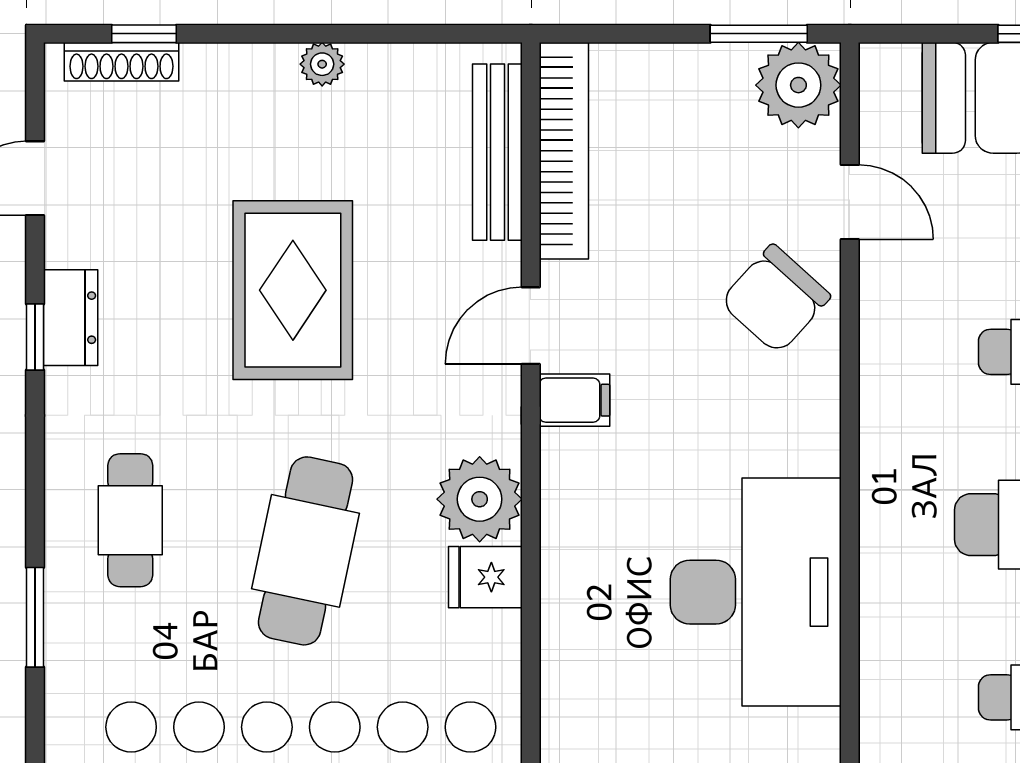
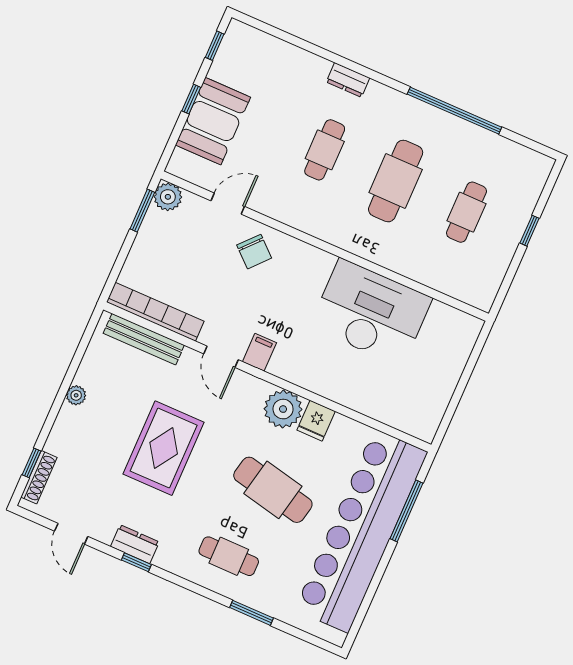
plant: (798, 85) -> (168, 197), width x0.73, depth x0.73
rug: (293, 290) -> (164, 448), turned 90
chair: (775, 299) -> (254, 252), width x0.73, depth x0.73

